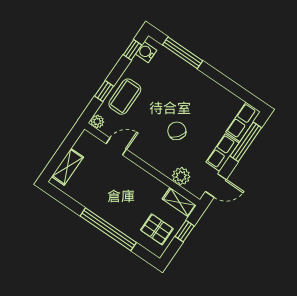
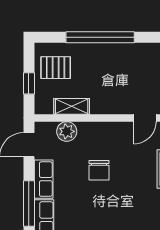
chair: (177, 131) -> (99, 170), turned 53
shelving: (179, 202) -> (72, 106), moved

